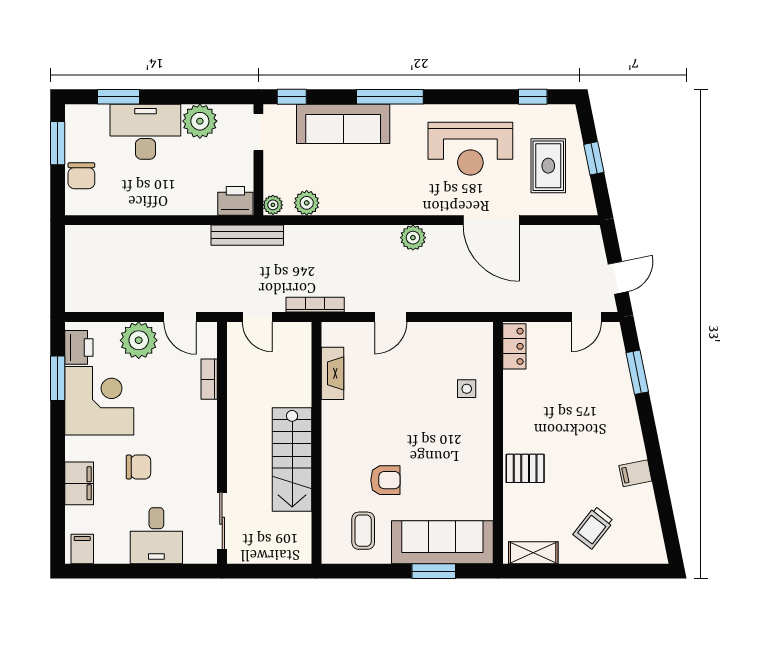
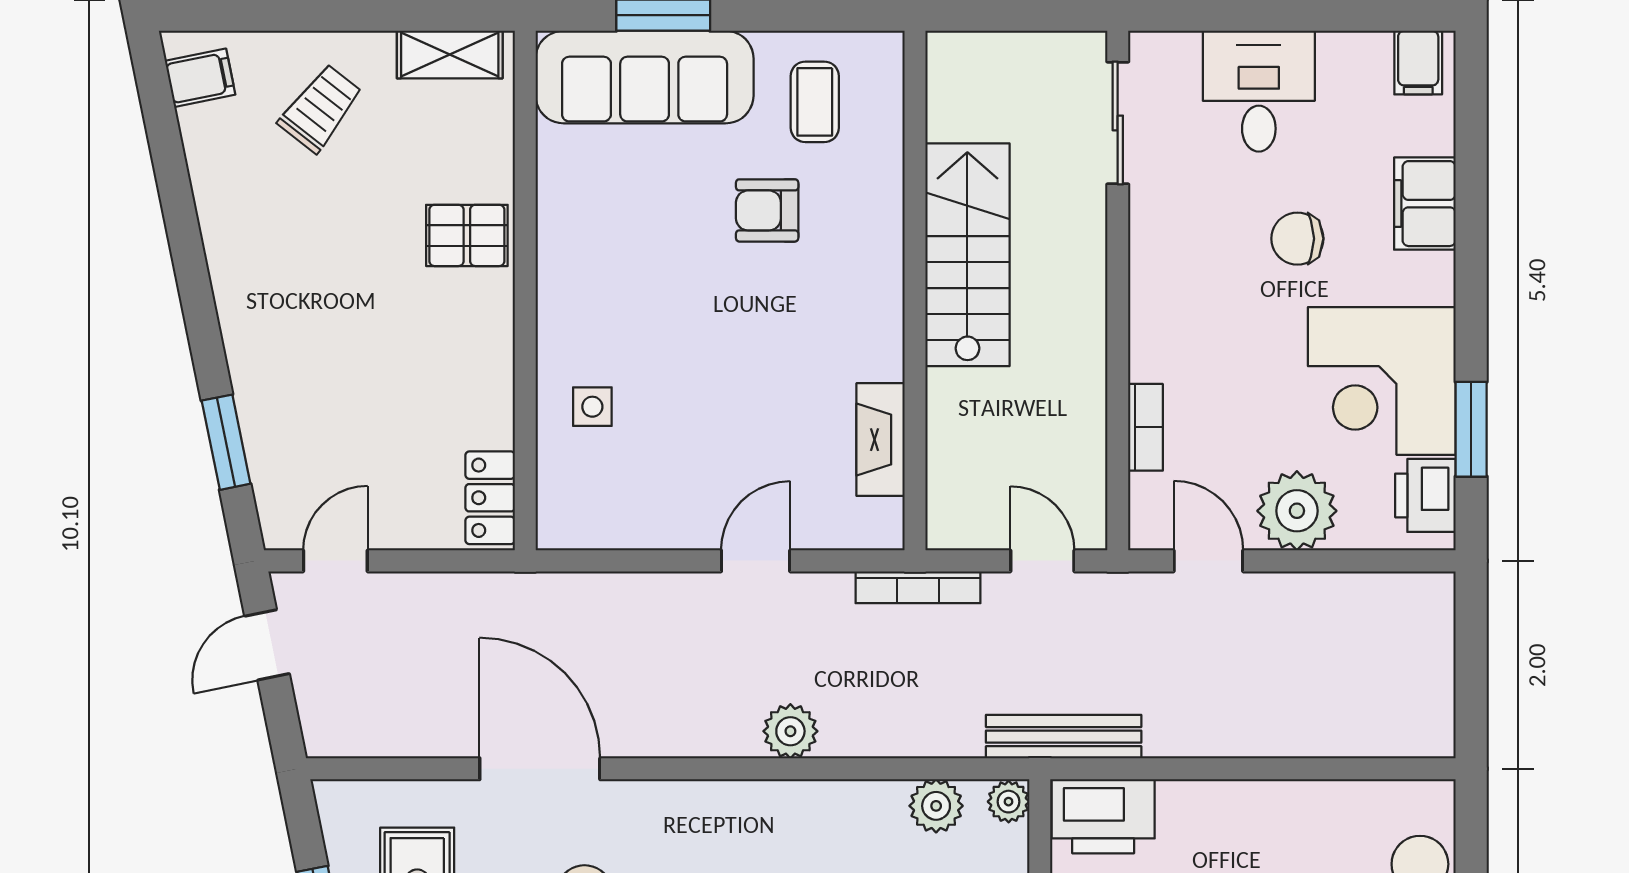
printer: (235, 201) -> (1103, 816), width x1.37, depth x1.19
plant: (413, 238) -> (790, 731), moved
filing cabinet: (635, 473) -> (200, 78), moved

